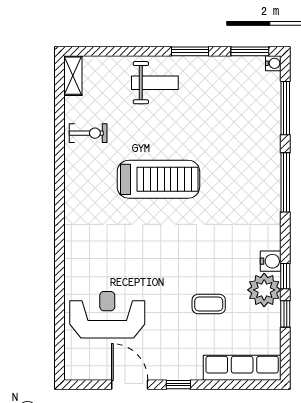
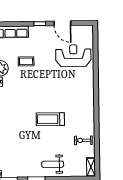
treadmill: (158, 179) -> (50, 119), width x0.73, depth x0.73
reception desk: (107, 315) -> (73, 56), turned 180

